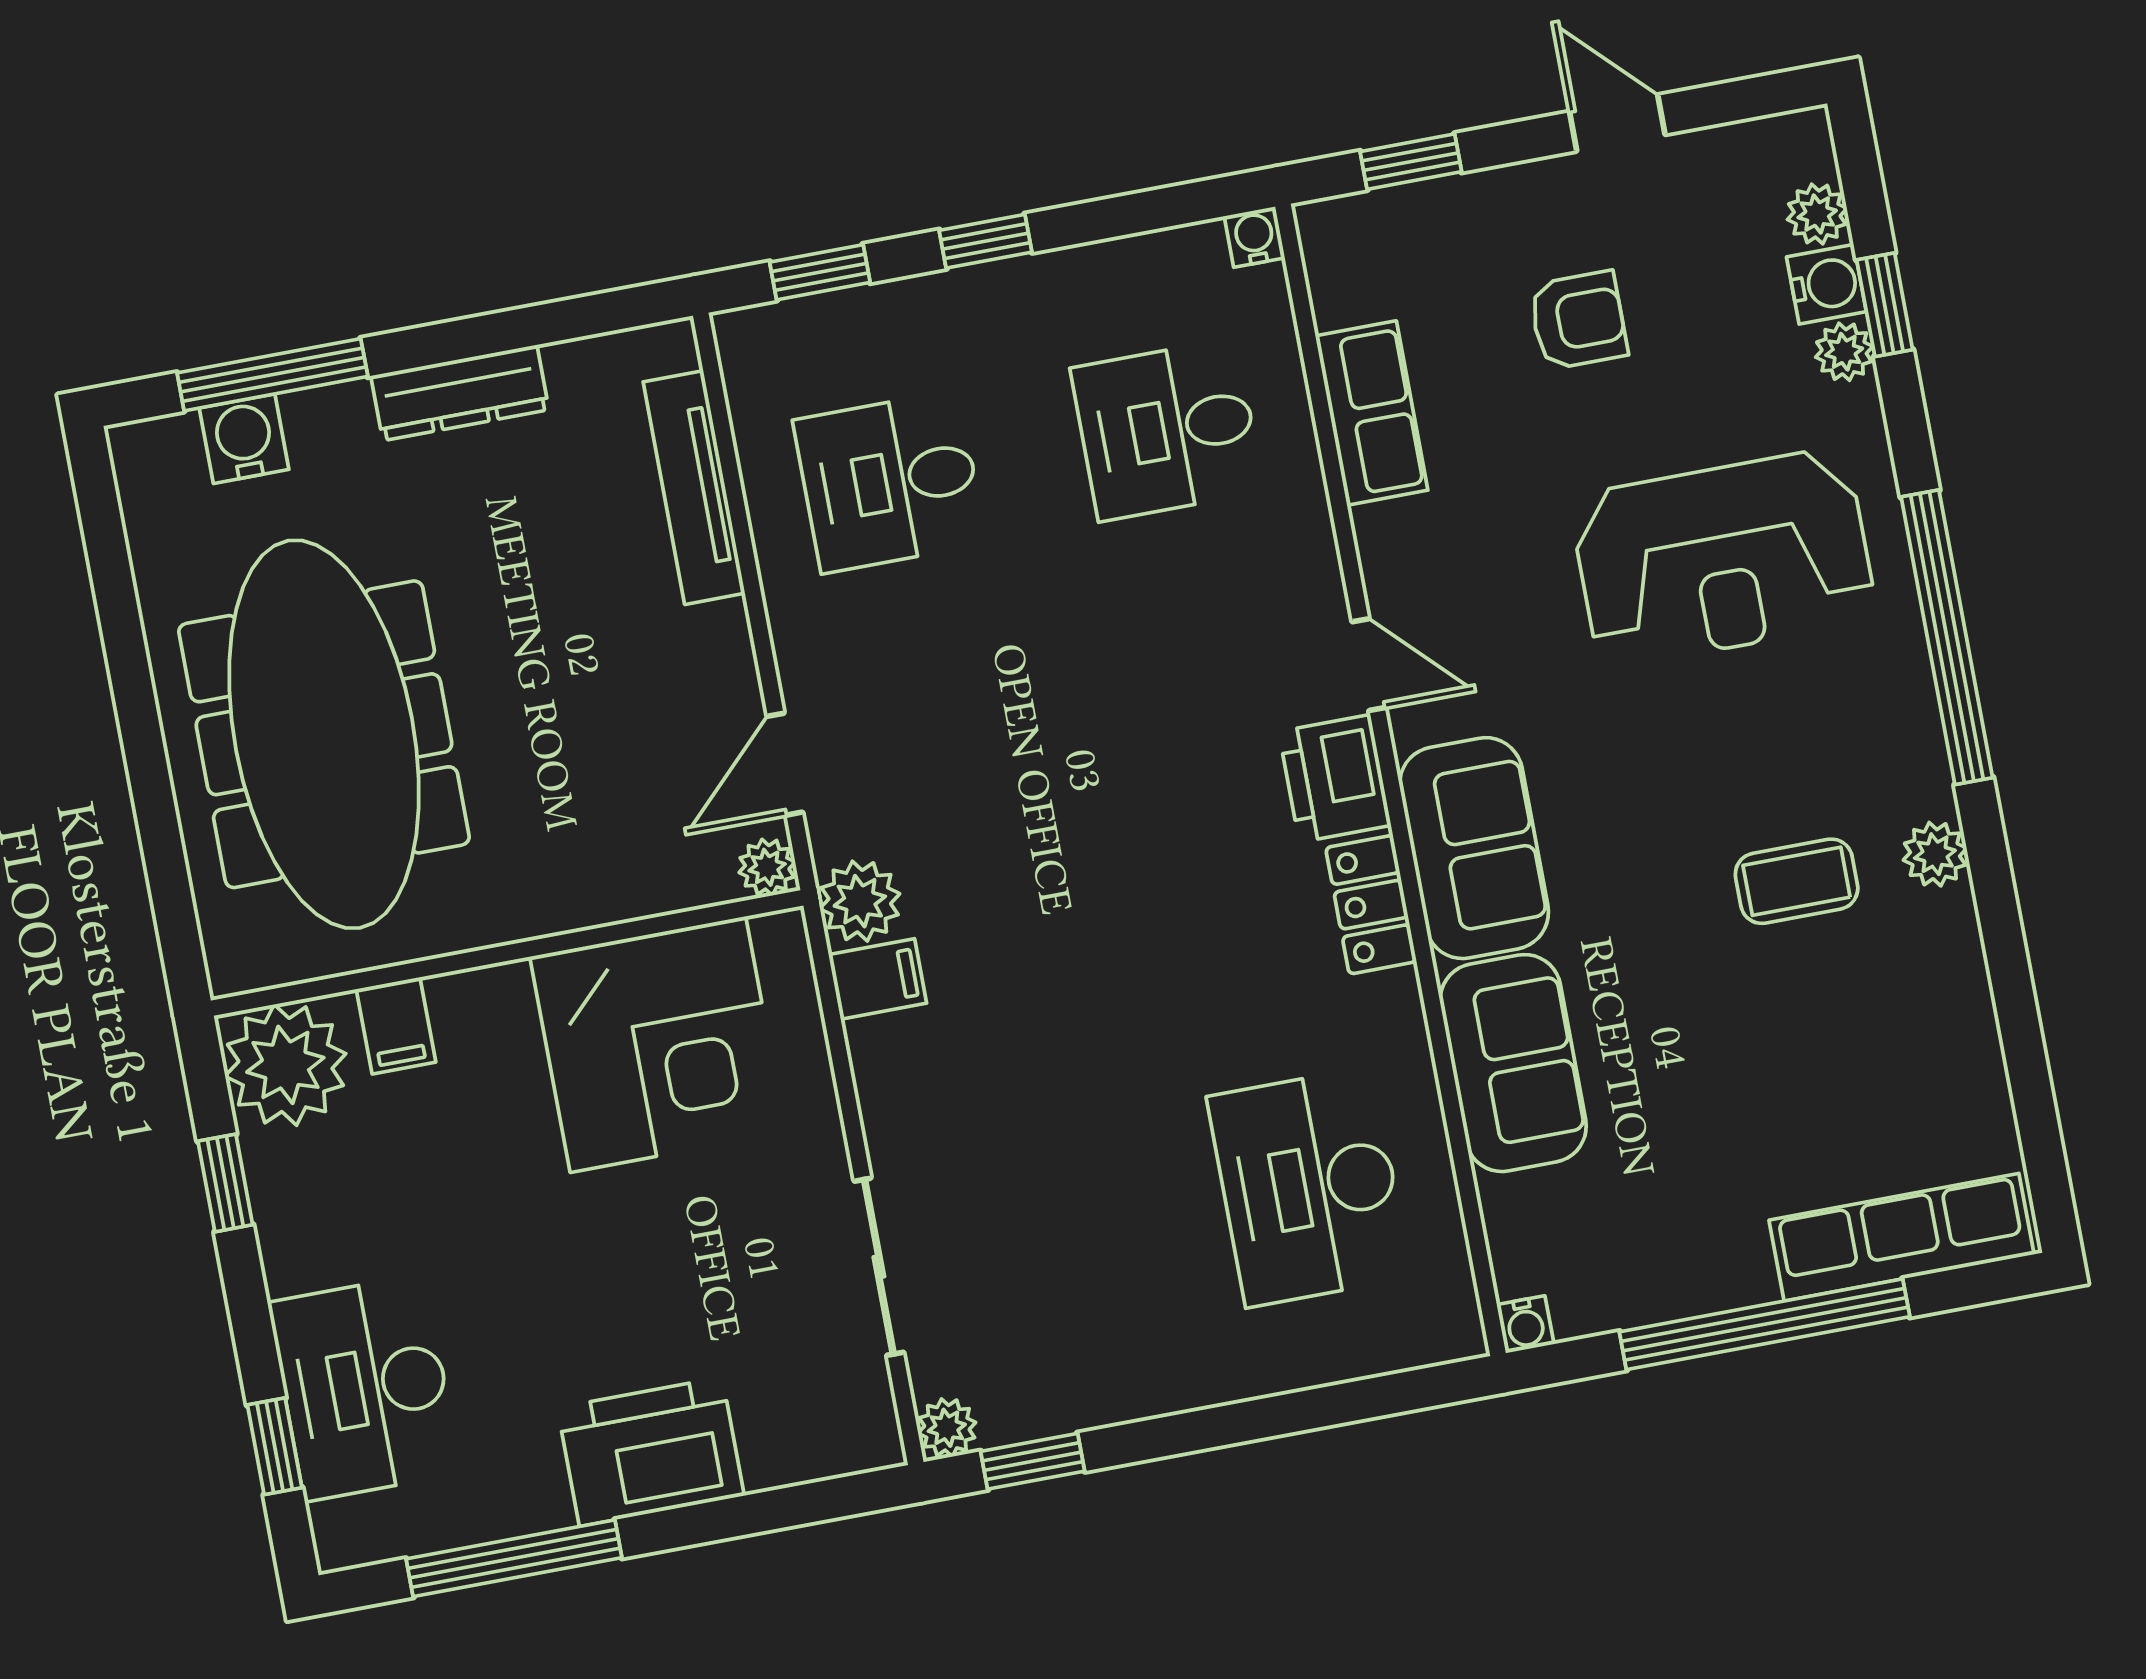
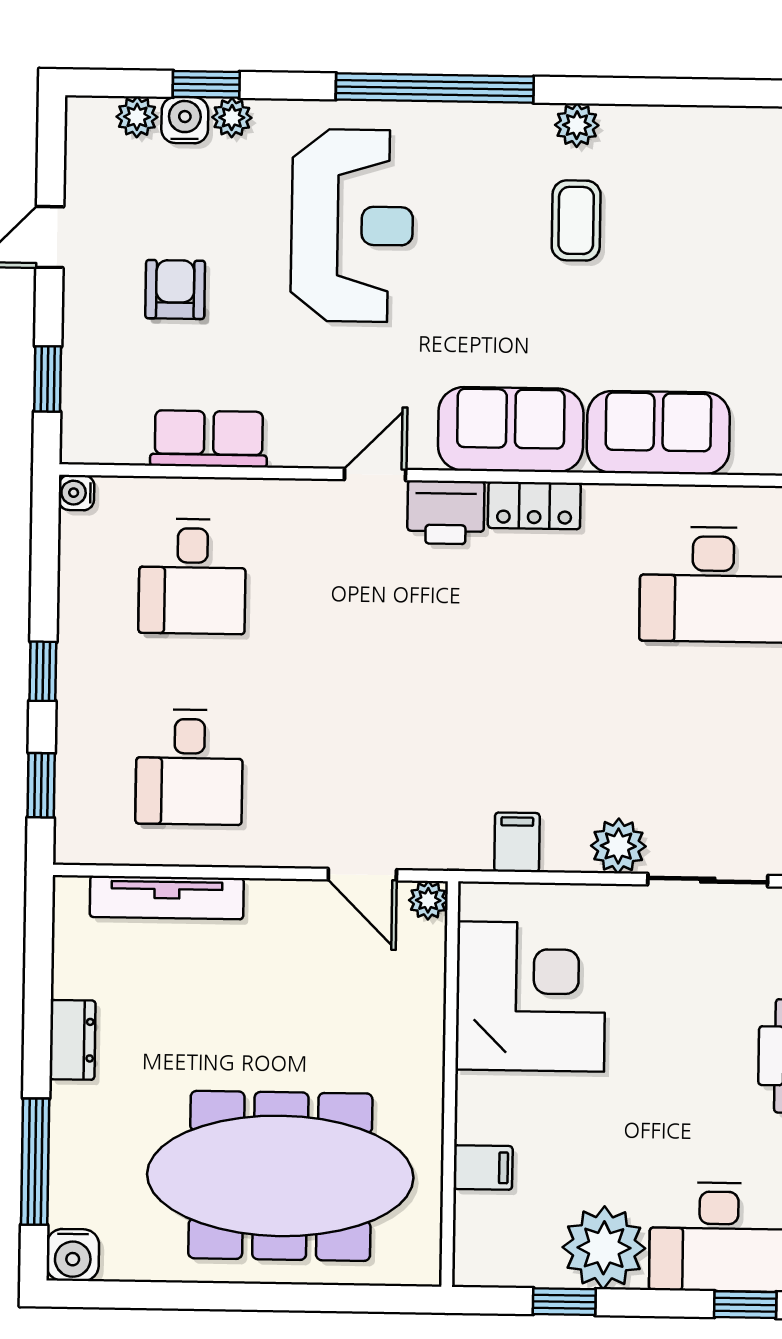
dresser: (460, 393) -> (73, 1040), width x0.70
water cooler: (244, 439) -> (73, 1255), moved, turned -90
plant: (860, 901) -> (618, 846), moved
plant: (285, 1065) -> (604, 1248), moved

